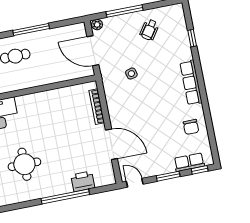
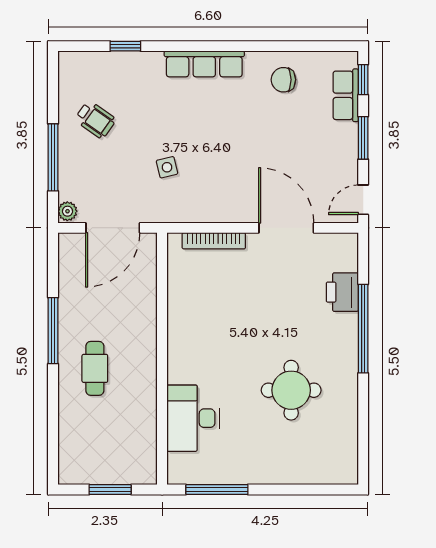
chair: (191, 127) -> (283, 80), turned 180
door: (111, 144) -> (286, 228), hinge flipped

